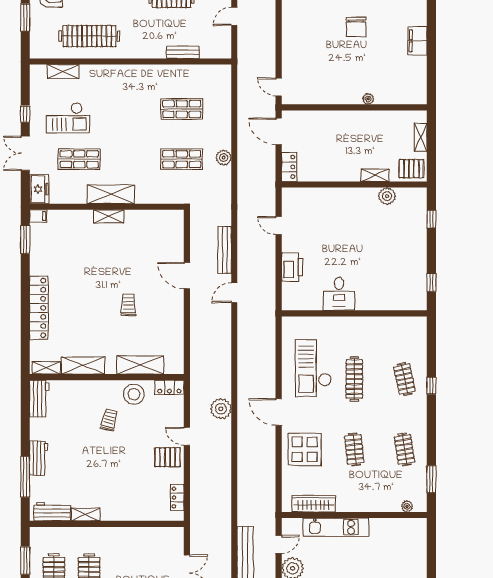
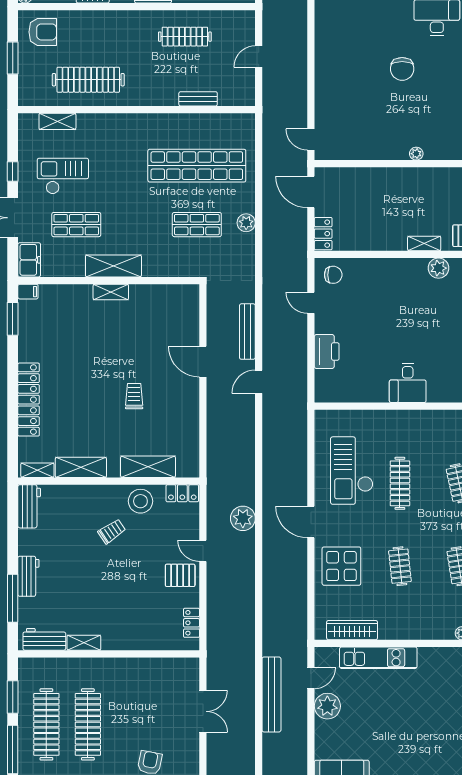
shop shelf: (182, 109) -> (197, 166), width x2.00, depth x1.36
checkout: (68, 118) -> (63, 176), turned 180
chair: (298, 202) -> (333, 275), added
desk: (339, 294) -> (408, 383), moved
trolley: (109, 420) -> (112, 531), turned 42

